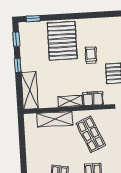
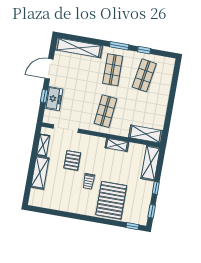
filing cabinet: (93, 99) -> (96, 142), removed
shelving: (55, 119) -> (146, 134), moved
shop shelf: (91, 134) -> (105, 111), turned 30

